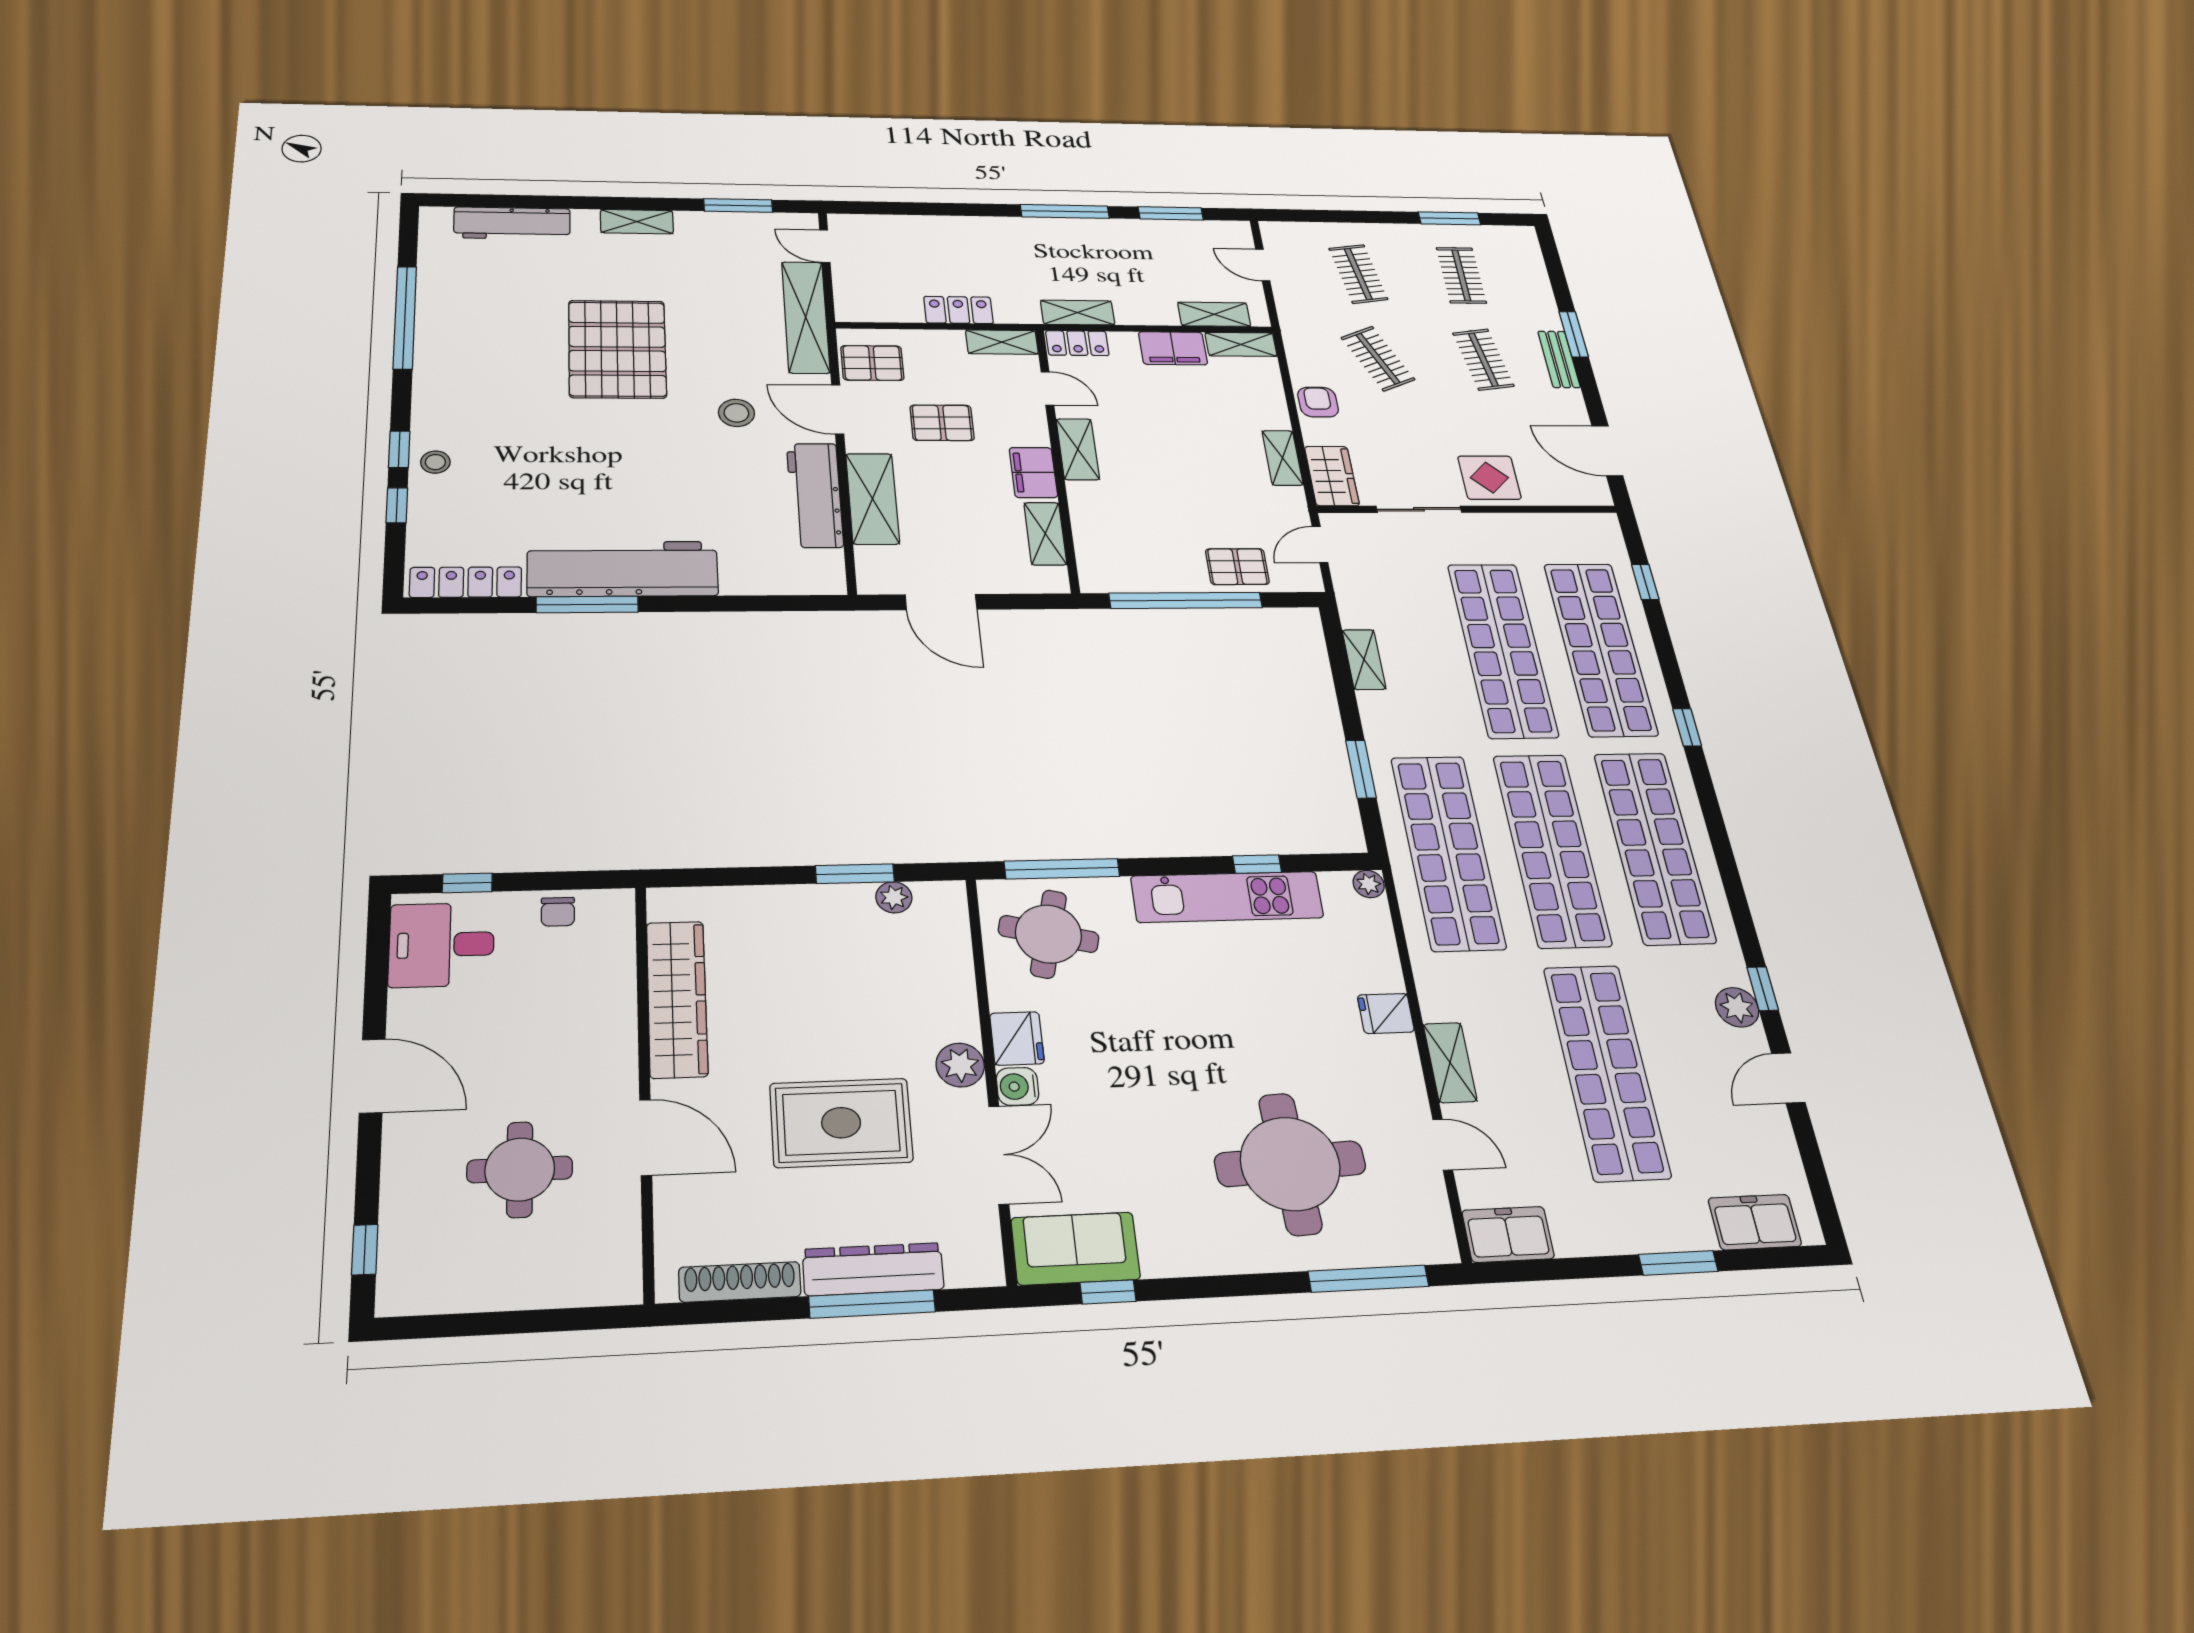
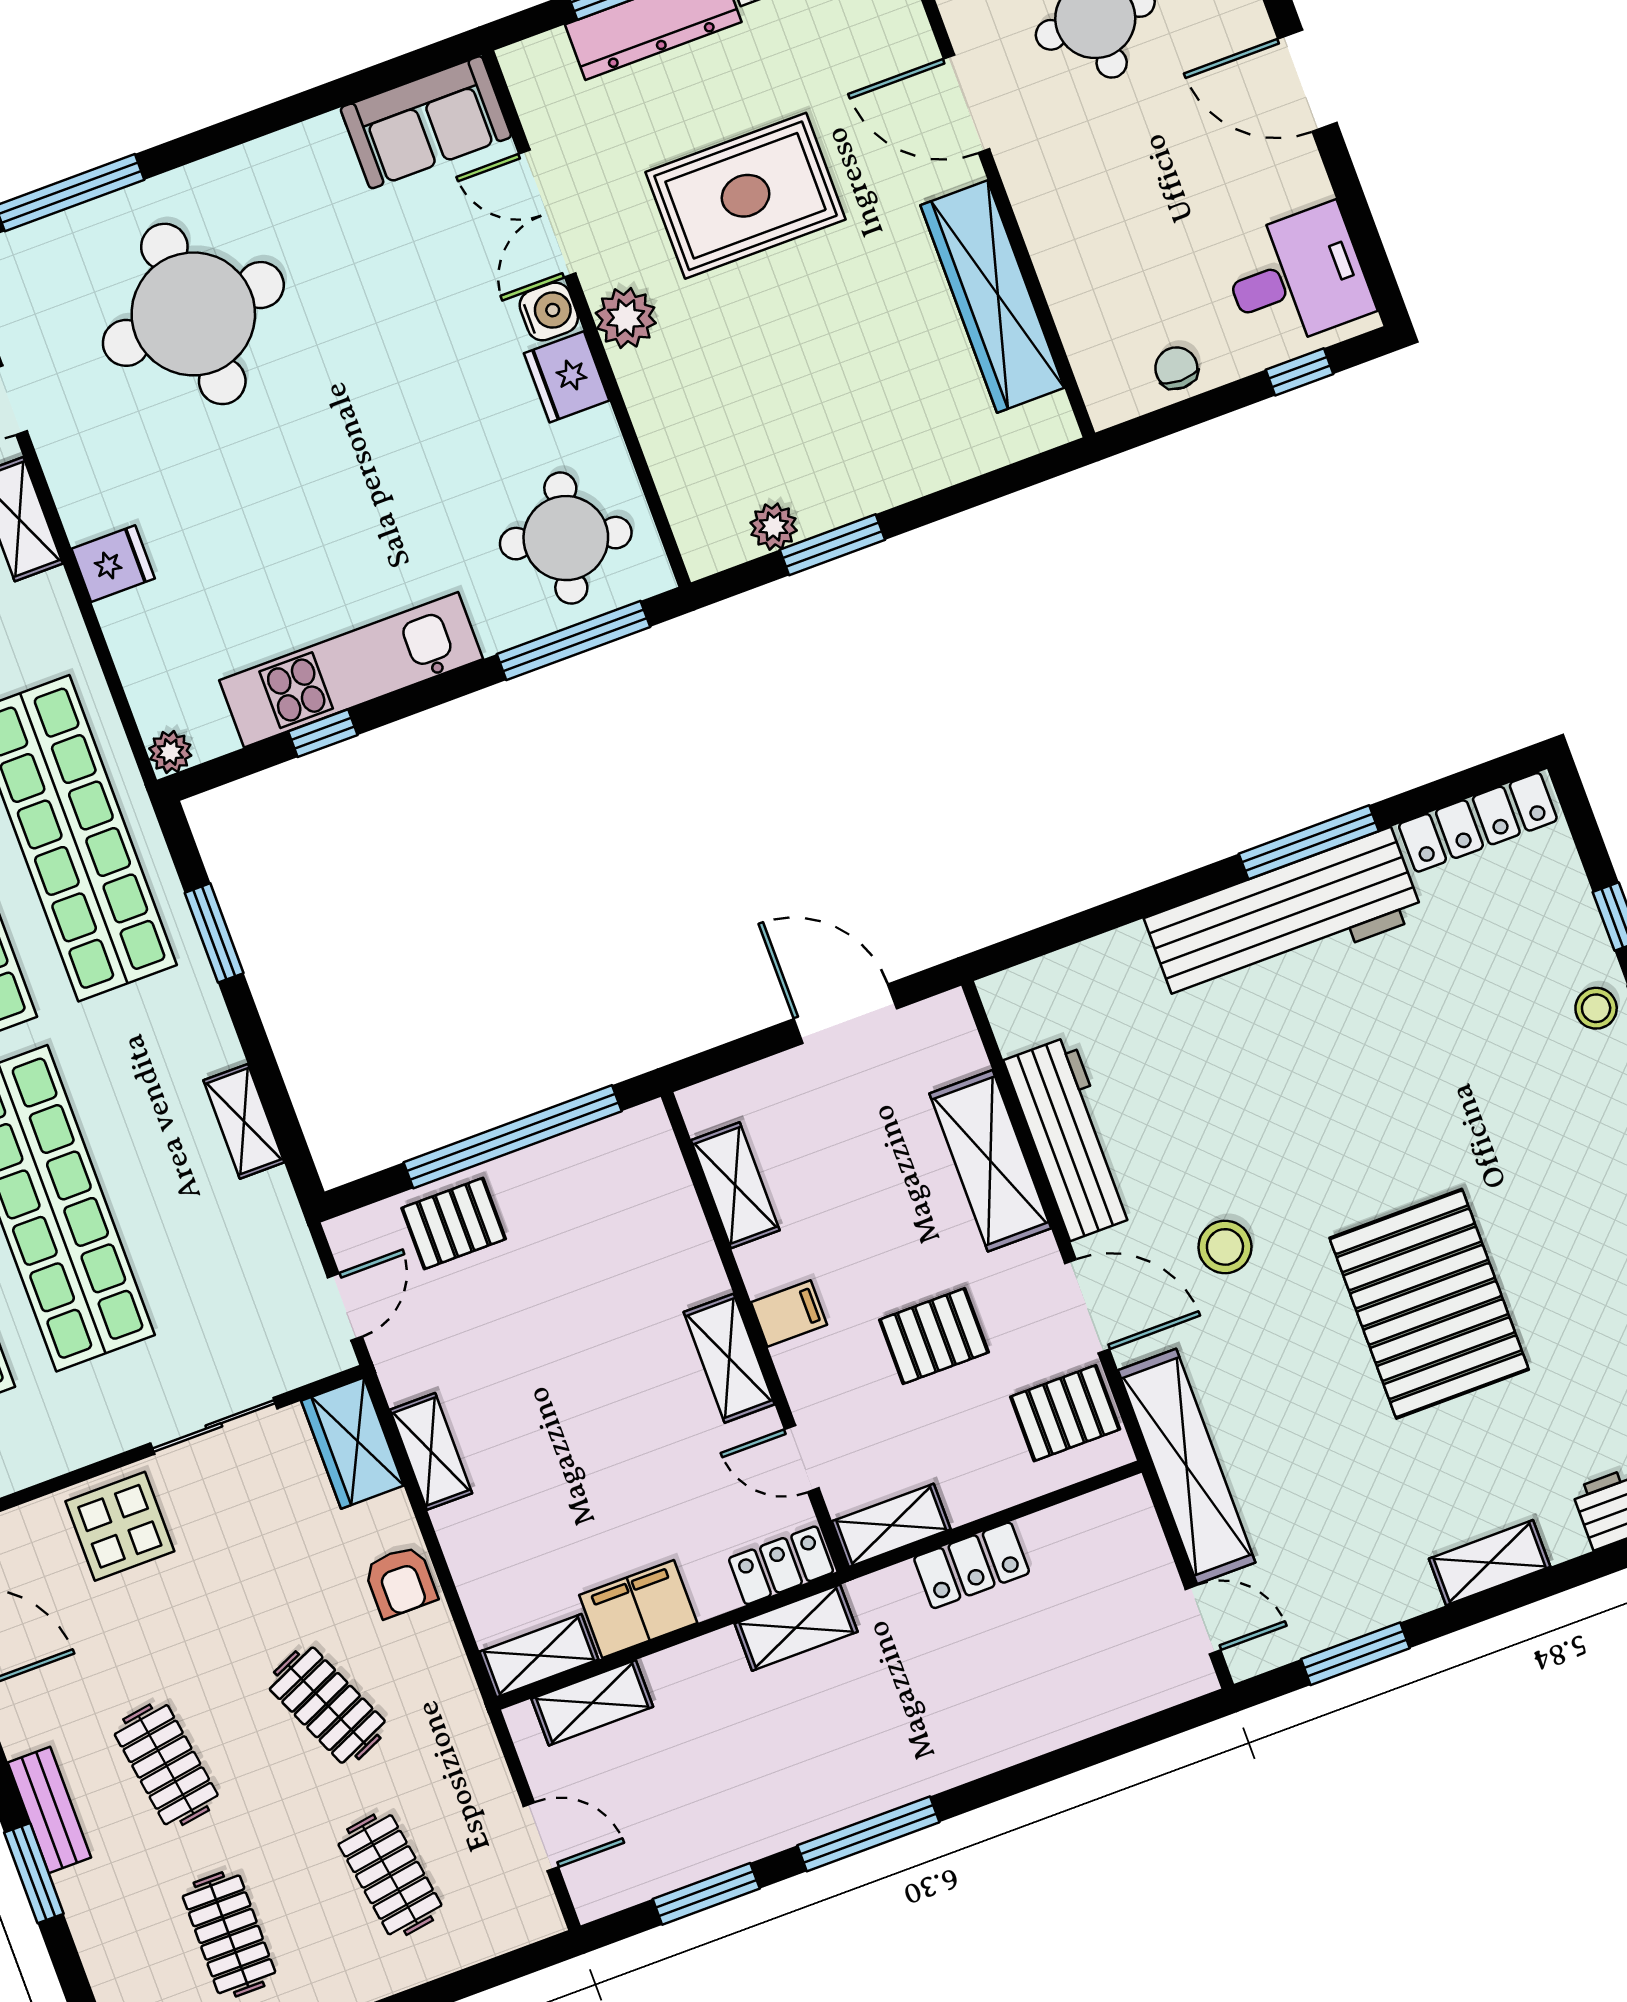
filing cabinet: (1033, 472) -> (789, 1313), width x0.50
window: (1108, 1292) -> (375, 80), removed

